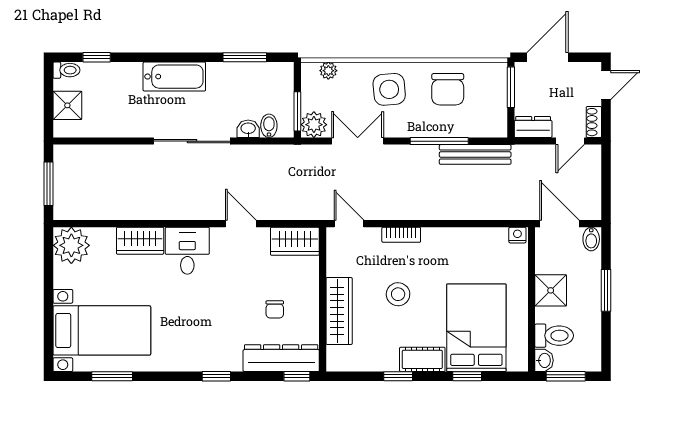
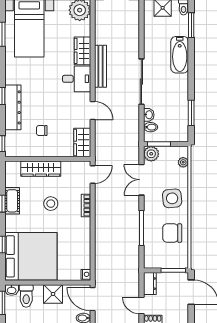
window: (97, 57) -> (191, 25), width x1.50
bathtub: (174, 77) -> (180, 55), moved
double door: (358, 141) -> (141, 180), swing flipped
bench: (475, 154) -> (101, 66), moved
door: (241, 224) -> (93, 110), hinge flipped
door: (559, 224) -> (93, 299), swing flipped
bed: (476, 328) -> (31, 256), width x1.36
dresser: (281, 358) -> (13, 107), moved
cot: (422, 359) -> (12, 201), moved

